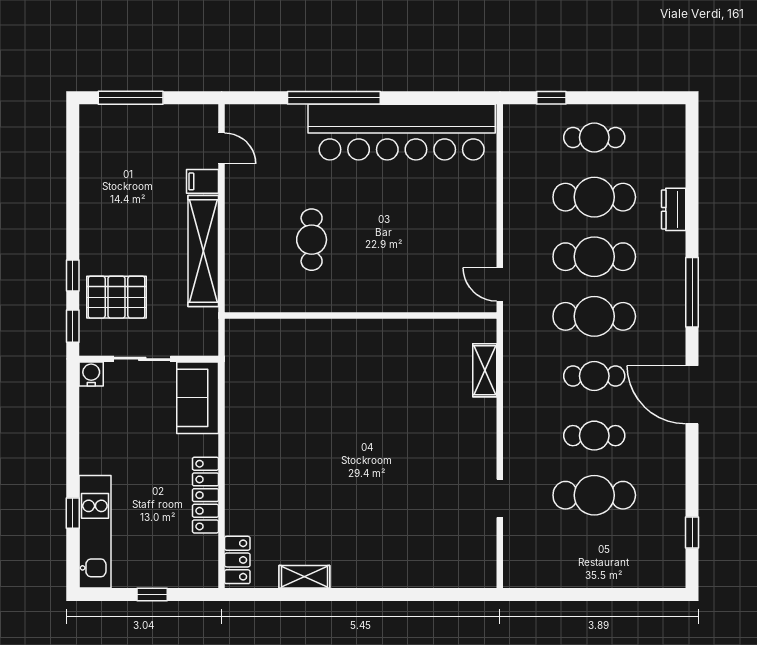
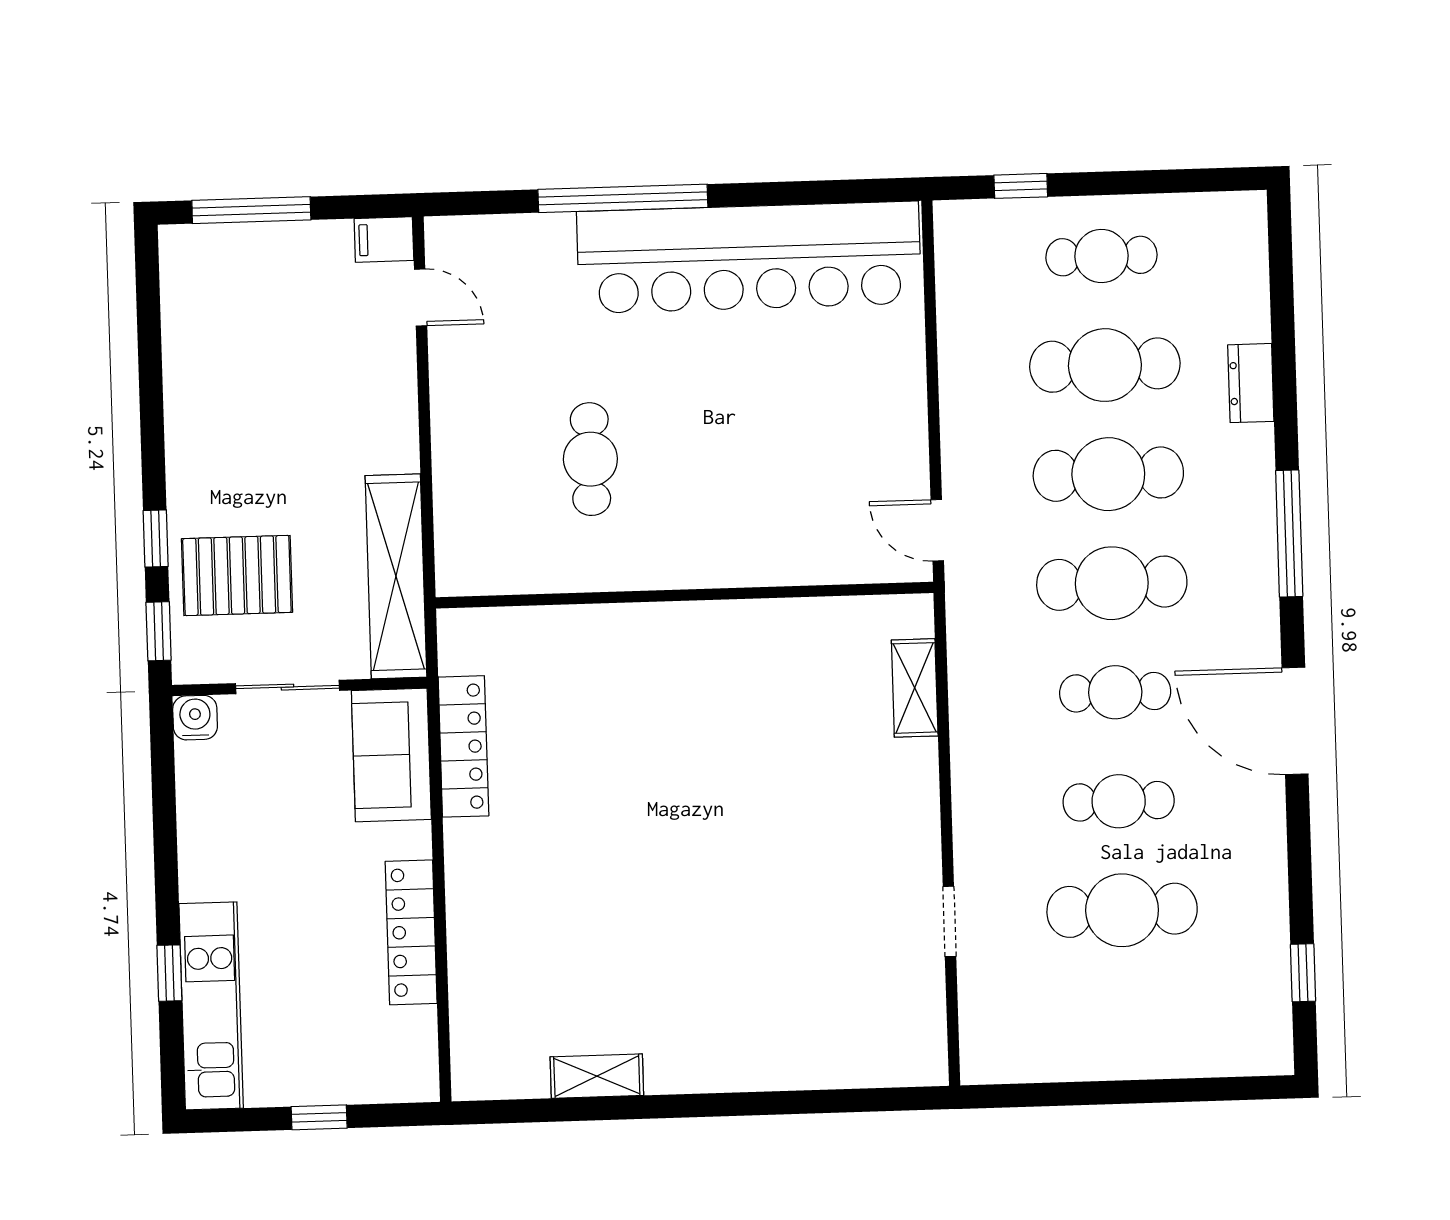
filing cabinet: (203, 181) -> (384, 240), moved
shelving: (203, 251) -> (396, 576), moved
locker: (237, 560) -> (463, 746), moved, width x1.53

